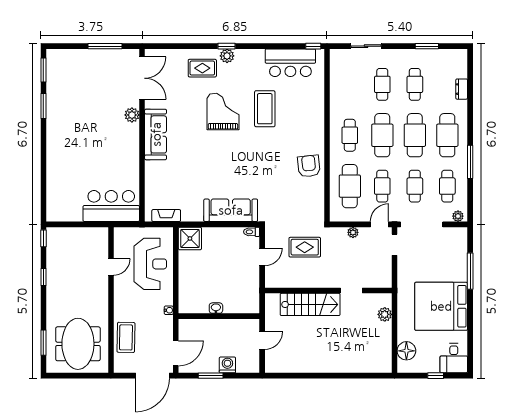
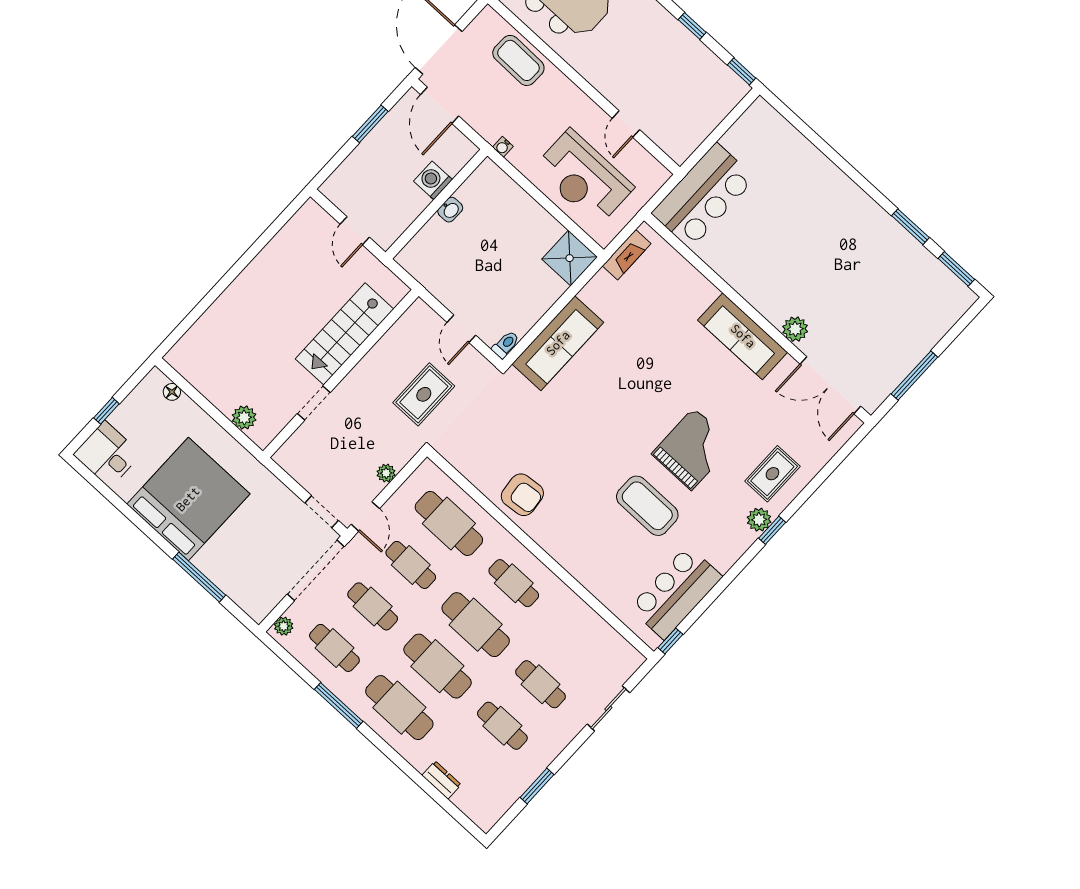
grand piano: (223, 112) -> (693, 449), turned -90
floor lamp: (406, 351) -> (172, 392), width x0.53, depth x0.53
washing machine: (227, 365) -> (433, 180), moved, turned 180

